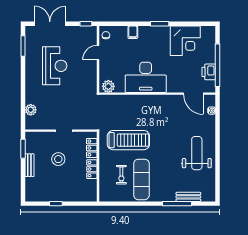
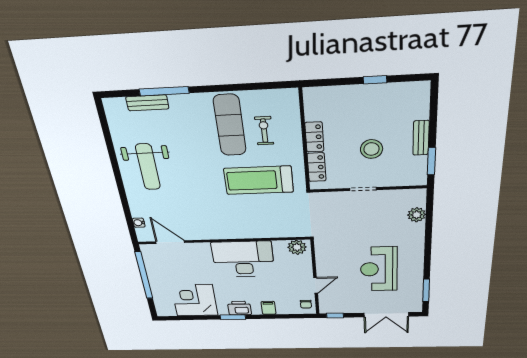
printer: (209, 72) -> (239, 308), moved, turned -90

